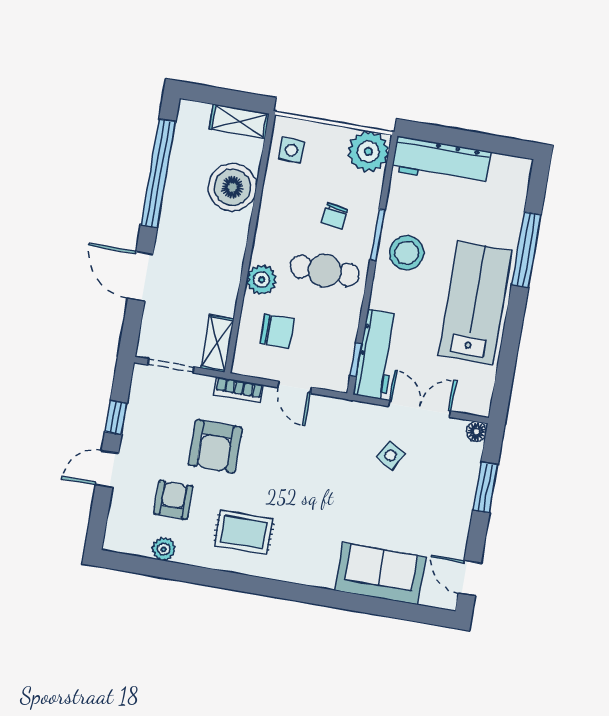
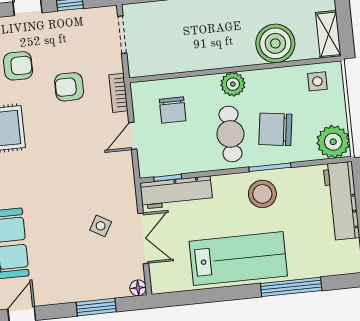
chair: (334, 216) -> (275, 129), width x1.87, depth x1.87
plant: (262, 280) -> (233, 84), moved
shelving: (217, 344) -> (150, 66), removed
armchair: (215, 446) -> (69, 87), width x0.72, depth x0.72

